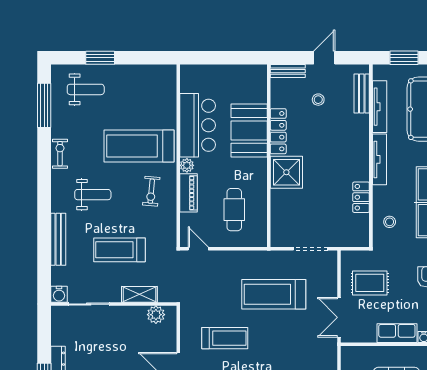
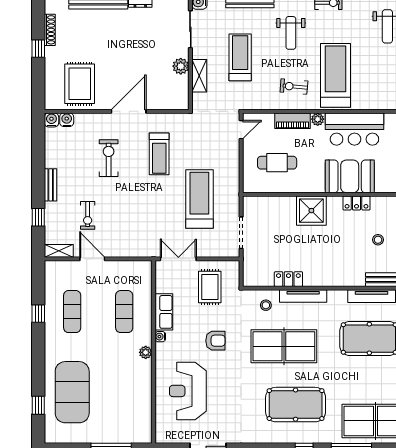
locker: (278, 131) -> (357, 203), width x0.66
tv unit: (379, 159) -> (303, 296), moved
plant: (156, 315) -> (181, 66), moved

